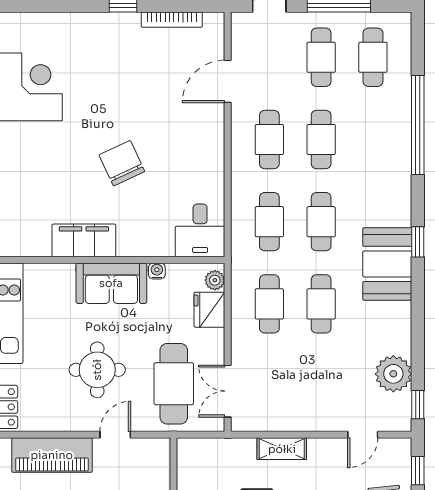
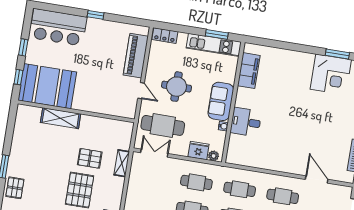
chair: (122, 163) -> (283, 117), removed
desk: (200, 230) -> (246, 122), moved
filing cabinet: (84, 240) -> (249, 71), moved
shelving: (282, 449) -> (122, 163), moved

